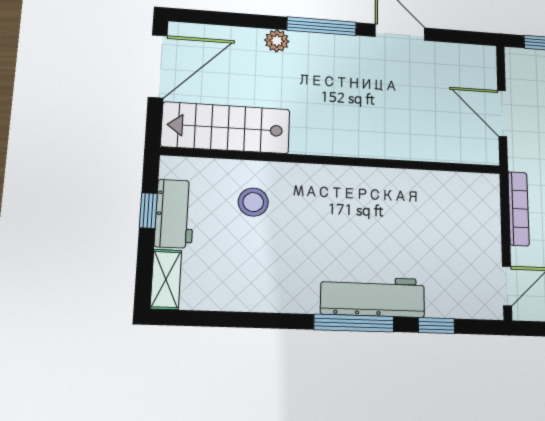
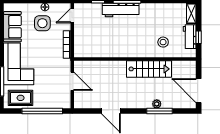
window: (322, 26) -> (160, 111), moved
door: (158, 66) -> (199, 91), hinge flipped
stairs: (226, 128) -> (149, 69), moved

